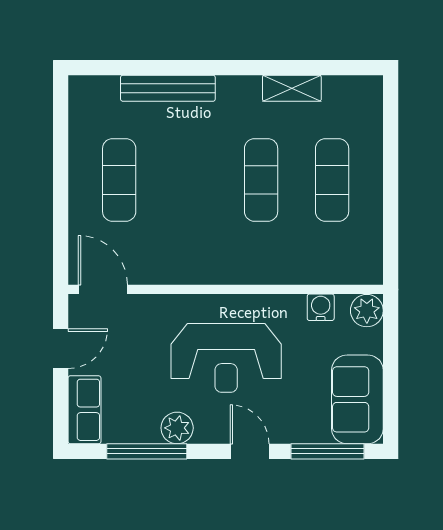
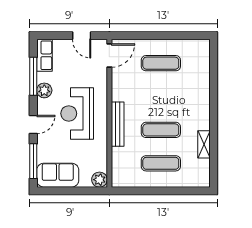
bench: (168, 88) -> (118, 124), moved
water cooler: (321, 307) -> (101, 158), removed
row of seats: (84, 410) -> (44, 55), moved, turned -90

